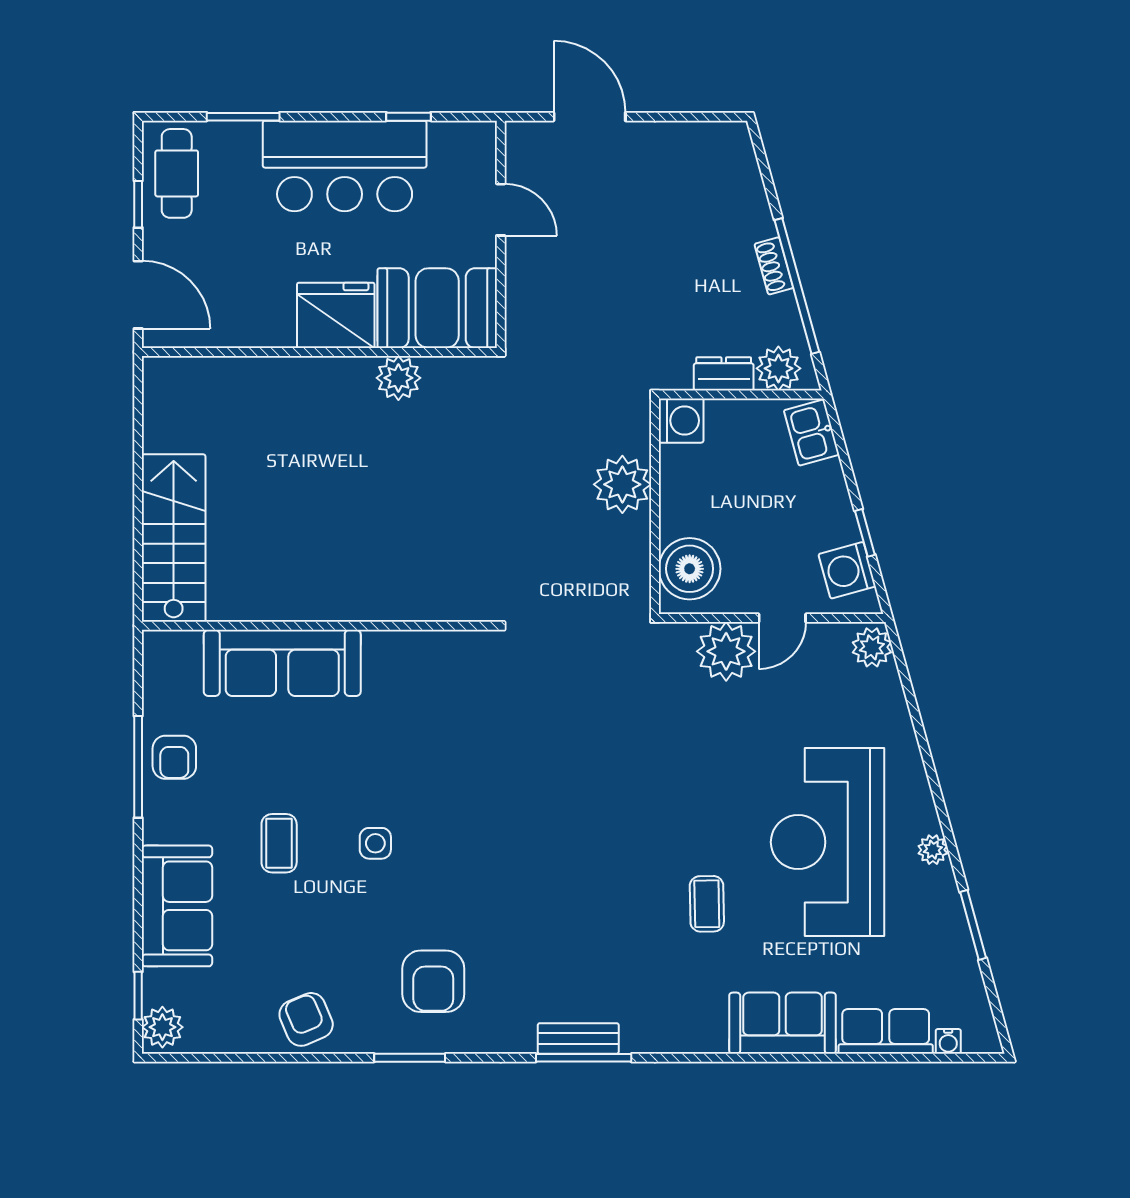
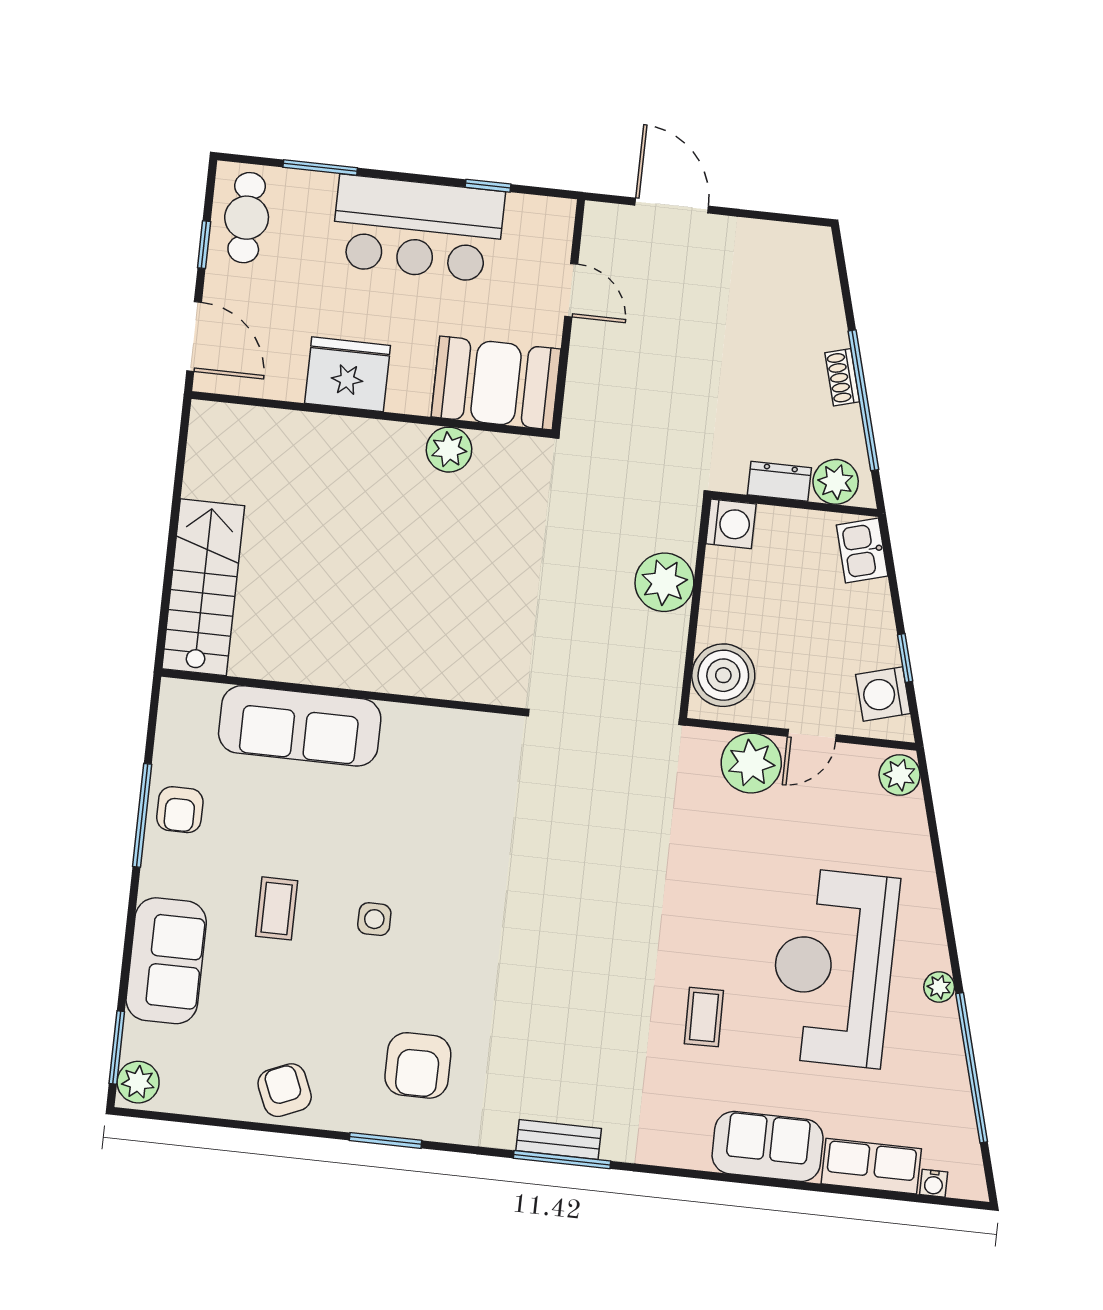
fridge: (336, 315) -> (348, 374), moved
window: (973, 925) -> (972, 1068), width x2.11
window: (138, 996) -> (117, 1047), width x1.50

